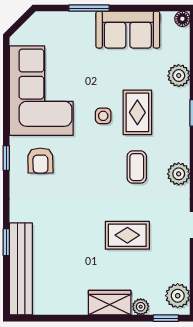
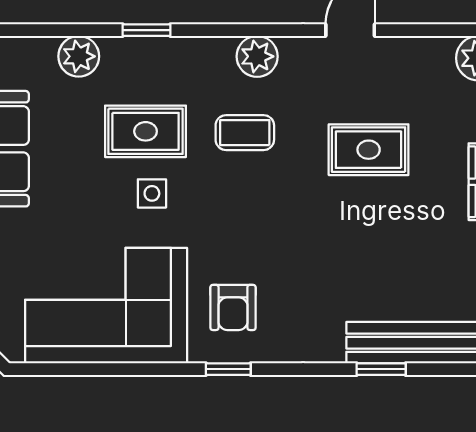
armchair: (40, 161) -> (233, 307), turned 91
rug: (127, 235) -> (369, 150), turned 90

